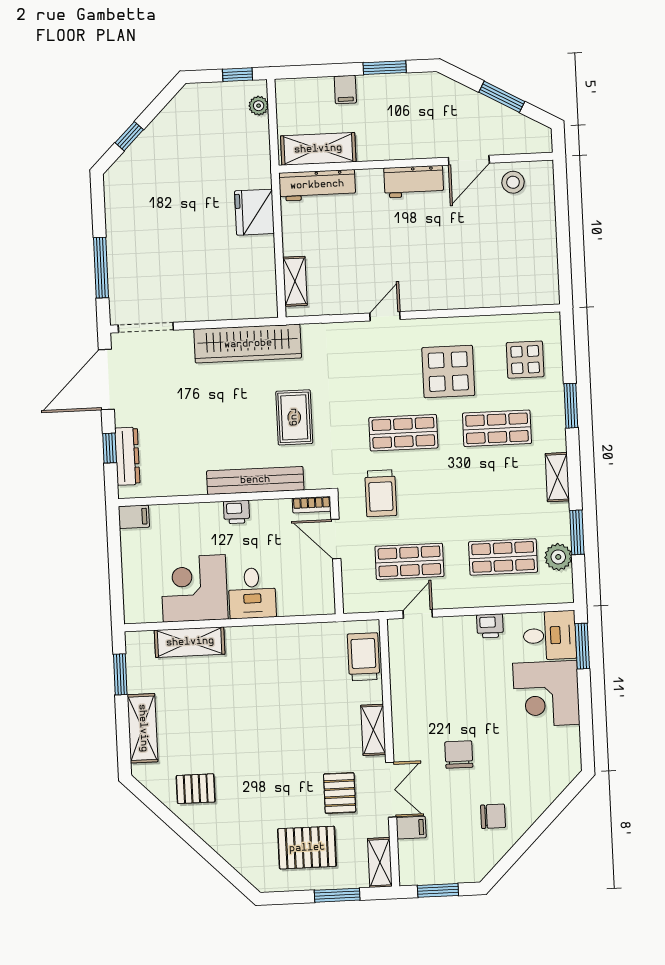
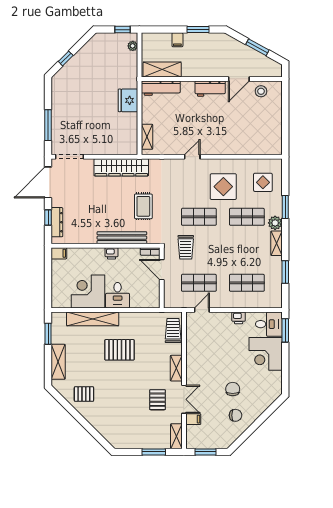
plant: (558, 557) -> (275, 223), moved
shelving: (190, 642) -> (93, 319), width x1.47
chair: (459, 755) -> (233, 389), moved
pallet: (307, 848) -> (119, 350), moved

